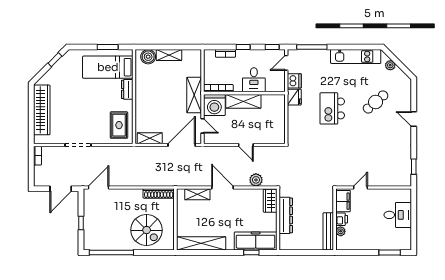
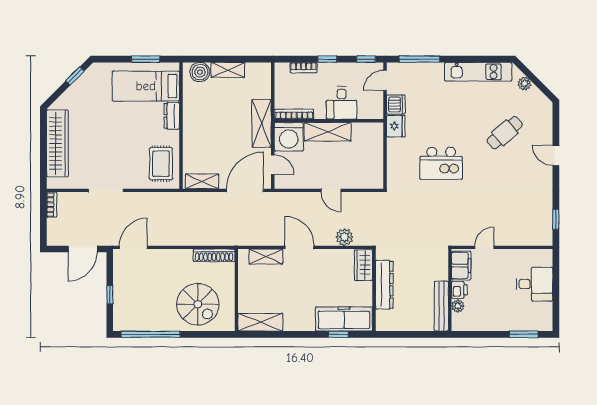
kitchen island: (332, 108) -> (441, 163), moved, turned -90
shelving: (201, 243) -> (260, 322), width x0.68

